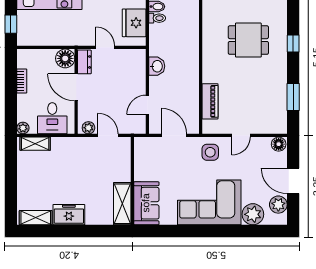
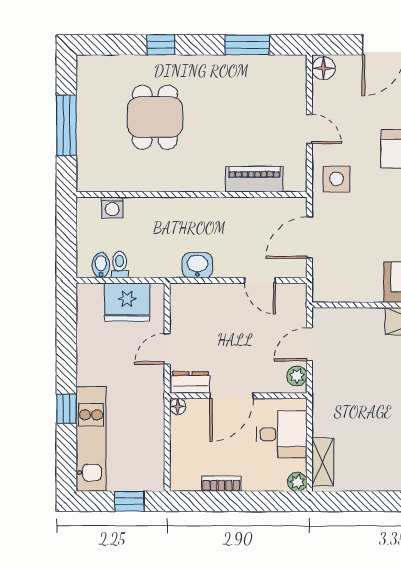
washing machine: (193, 14) -> (112, 208), added
floor lamp: (65, 58) -> (178, 406), width x0.53, depth x0.53

